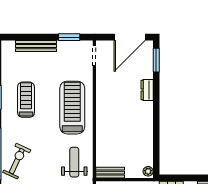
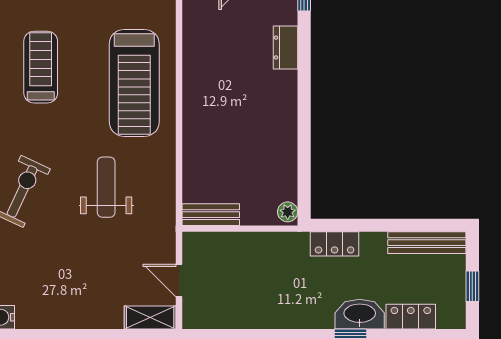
treadmill: (72, 108) -> (134, 83), turned 180
weight bench: (74, 162) -> (106, 187), moved

